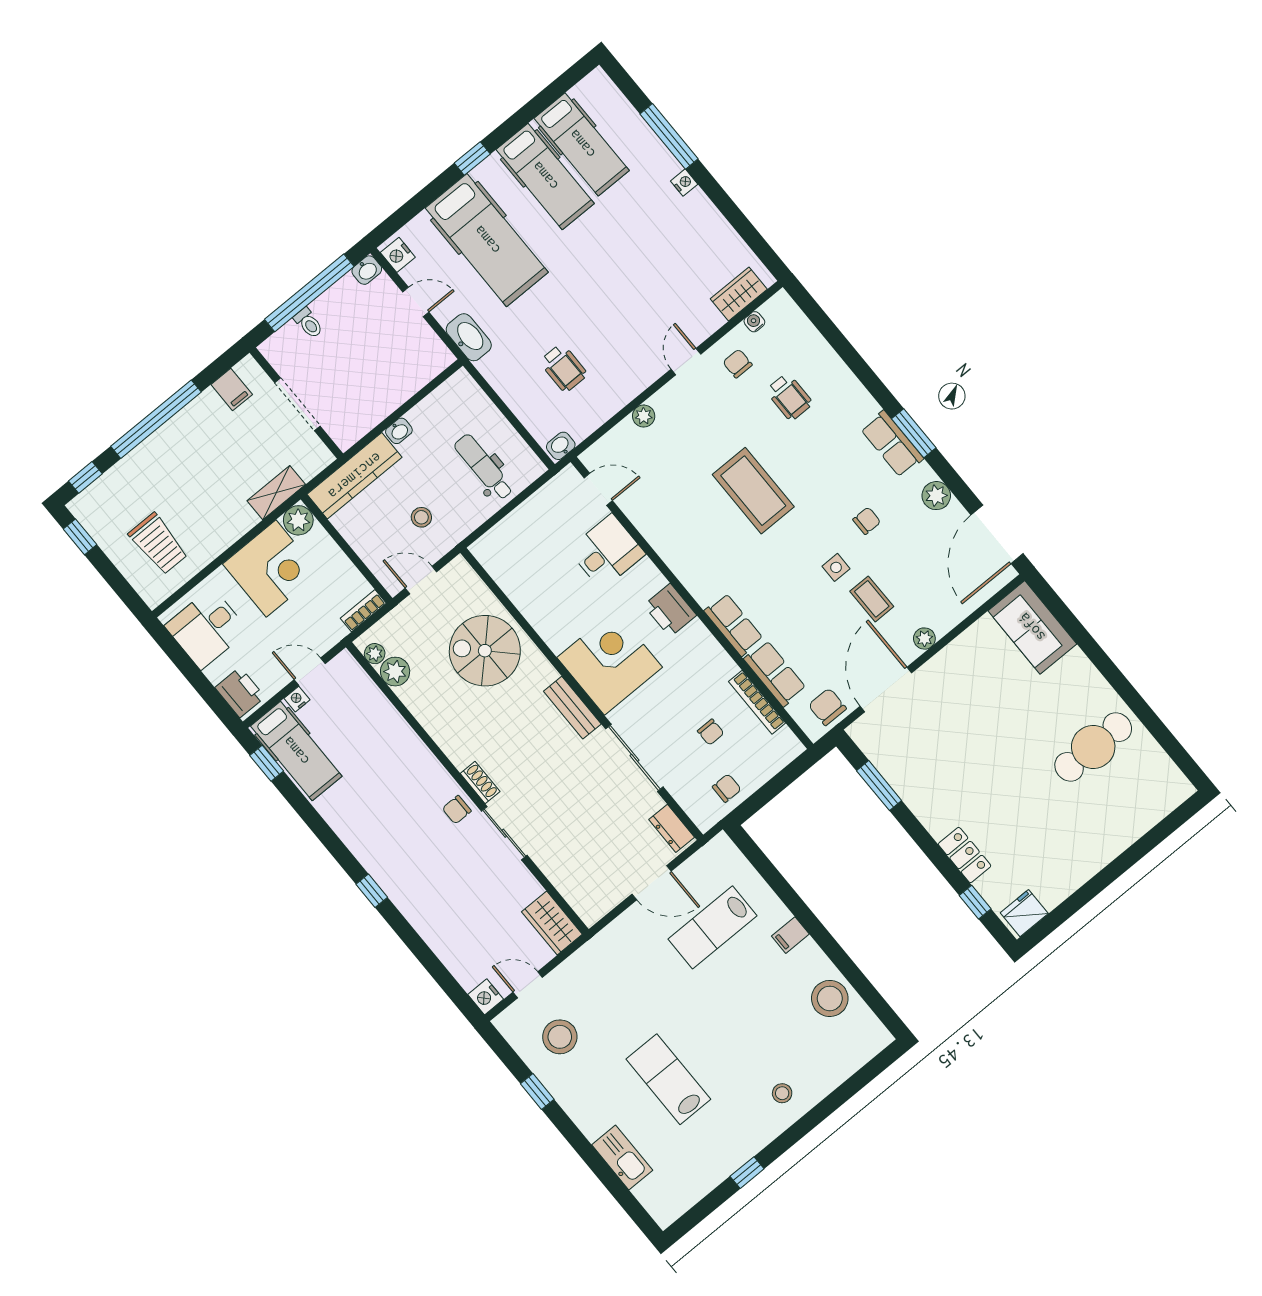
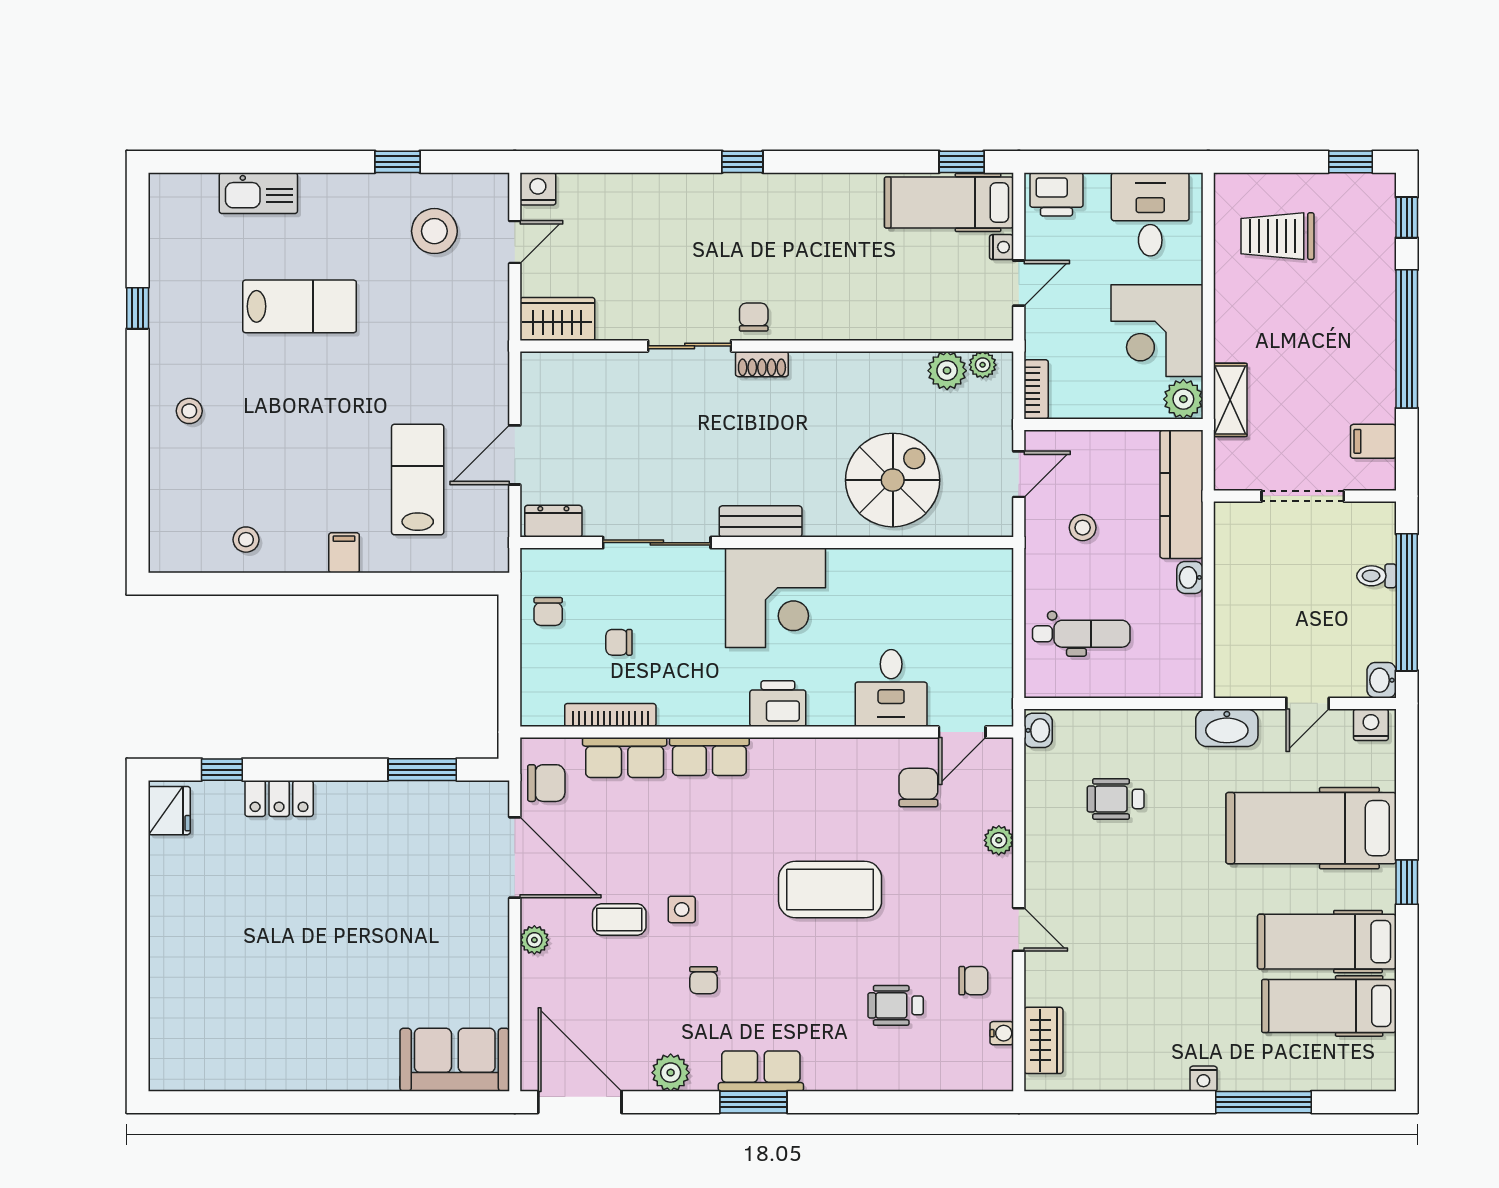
chair: (652, 488) -> (918, 788), added
cafe table: (1093, 747) -> (281, 1021), removed
stool: (830, 998) -> (246, 540), width x0.53, depth x0.53

